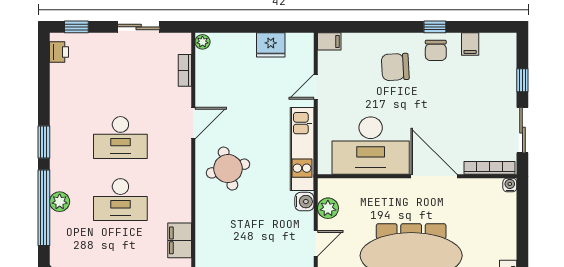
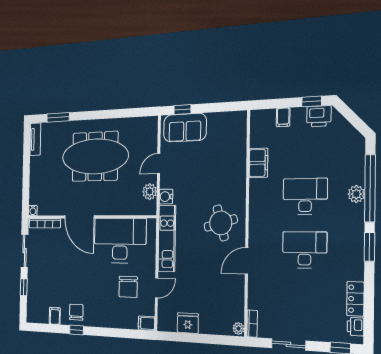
chair: (395, 67) -> (128, 287), moved, turned 93
bookcase: (185, 70) -> (252, 324), moved
locker: (59, 83) -> (355, 299), added

